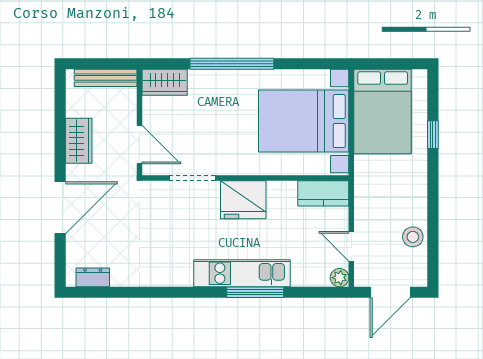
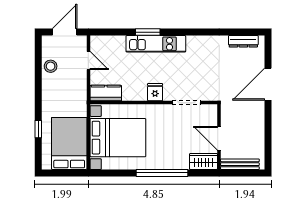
wardrobe: (79, 141) -> (256, 125), removed
door: (139, 145) -> (219, 138), moved
fridge: (243, 200) -> (155, 92), width x0.53, depth x0.75
dresser: (93, 277) -> (243, 41), width x1.44
plant: (340, 278) -> (96, 41), removed
window: (255, 292) -> (148, 32), width x0.69

